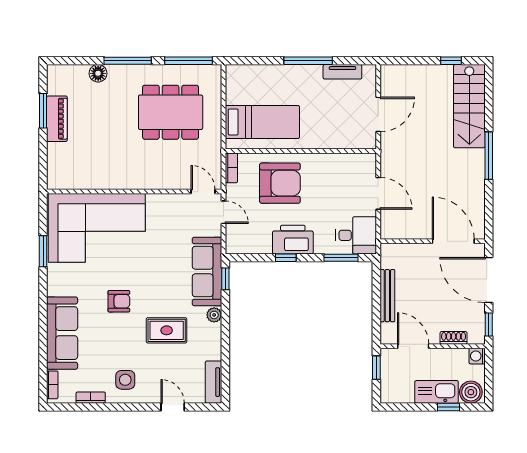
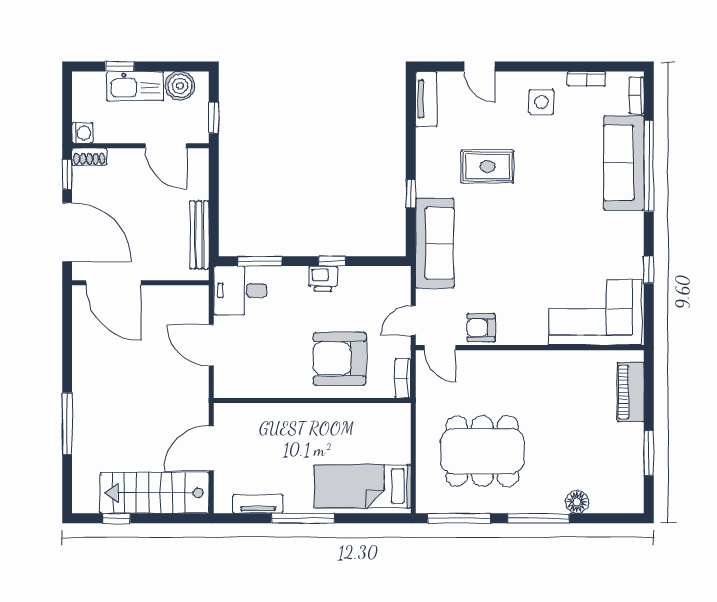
stairs: (469, 106) -> (155, 493), moved, turned -90
piano: (57, 119) -> (631, 392), moved
bed: (262, 122) -> (362, 486), moved
window: (489, 156) -> (67, 424), moved
door: (224, 212) -> (413, 321), hinge flipped
corner sofa: (97, 228) -> (595, 312), width x0.73, depth x0.74
printer: (293, 240) -> (323, 279), width x0.53, depth x0.68
window: (43, 251) -> (649, 270), width x0.67
window: (225, 279) -> (411, 194), moved
bench: (387, 296) -> (199, 235), moved
armchair: (119, 301) -> (481, 328), moved
plant: (214, 315) -> (425, 187), removed
window: (43, 331) -> (649, 166), added
shoe rack: (454, 338) -> (89, 157), moved
boiler: (471, 392) -> (180, 86), moved

